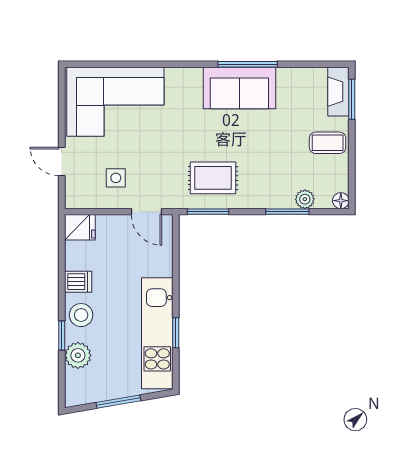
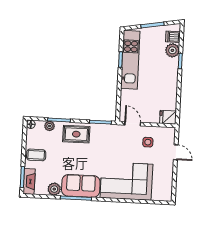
plant: (290, 79) -> (54, 189), added
corner sofa: (115, 102) -> (126, 181), moved
rug: (213, 178) -> (76, 134), moved
dishwasher: (78, 282) -> (173, 37), moved
stool: (81, 315) -> (170, 71), removed

